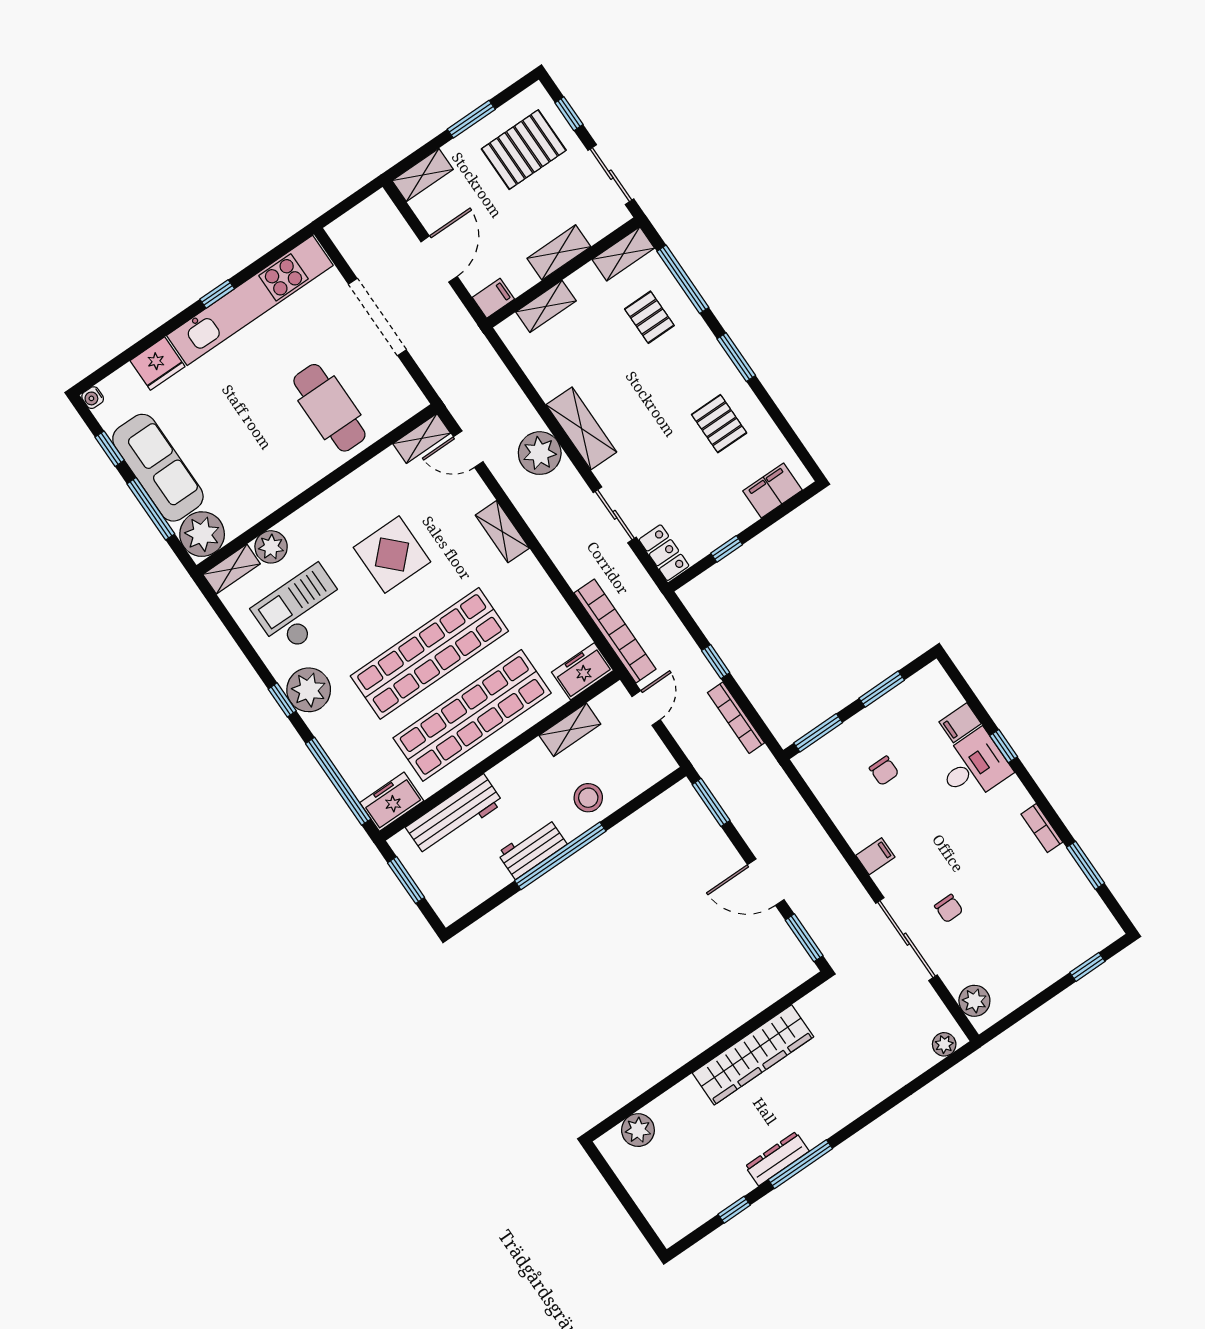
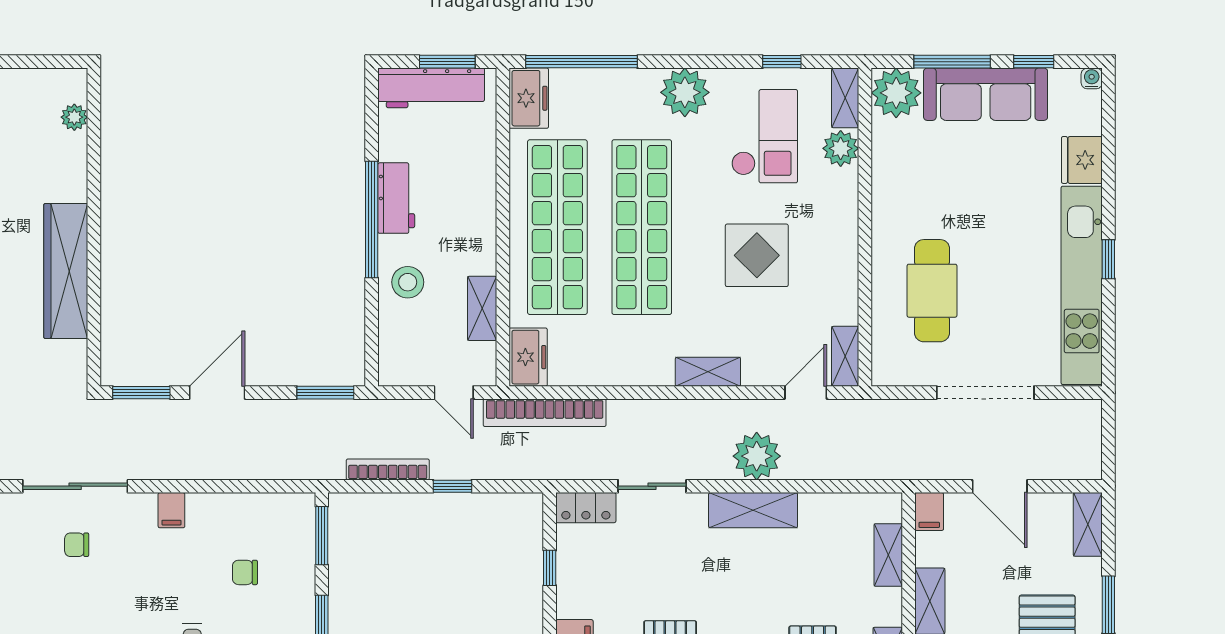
cafe table: (329, 408) -> (932, 291), turned 90
window: (282, 700) -> (782, 62), moved
workbench: (454, 815) -> (431, 88), moved, turned -90
plant: (638, 1130) -> (74, 117), width x0.73, depth x0.73

